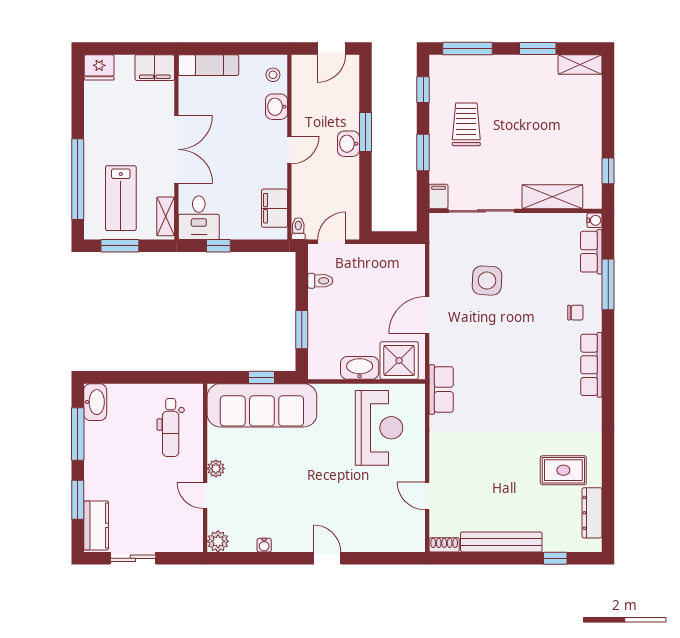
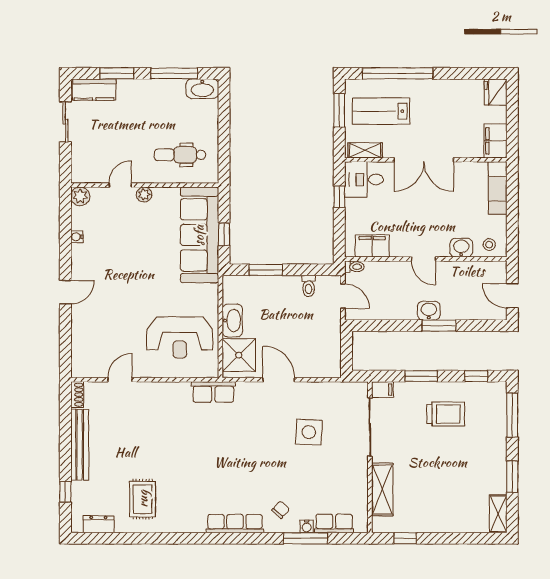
water cooler: (594, 220) -> (307, 526), moved
chair: (575, 313) -> (281, 510), turned -138
dresser: (592, 513) -> (98, 524), width x0.70

